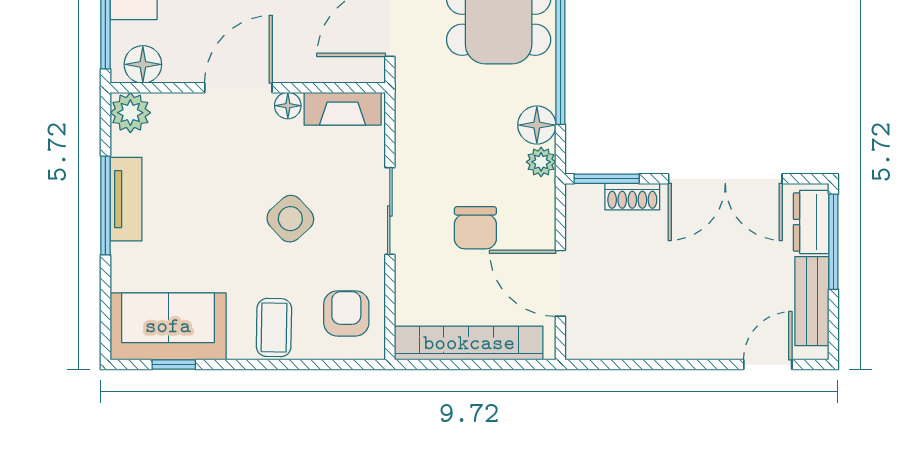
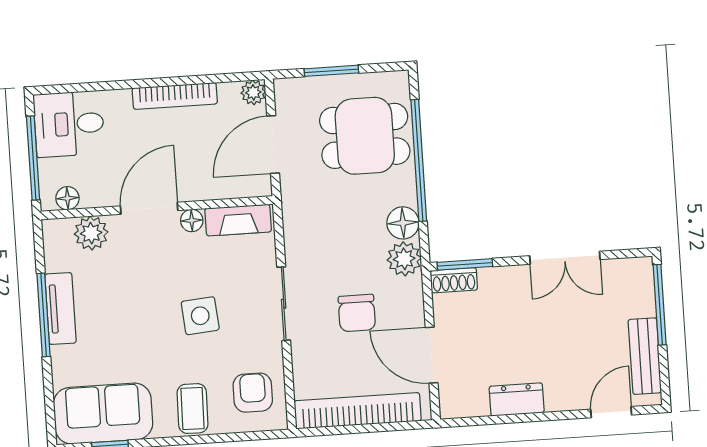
floor lamp: (143, 64) -> (67, 198), width x0.73, depth x0.73
plant: (130, 113) -> (91, 233), moved
plant: (541, 162) -> (404, 259), width x1.38, depth x1.38
double door: (725, 179) -> (565, 258), width x0.73
shoe rack: (632, 197) -> (454, 280), moved
side table: (290, 219) -> (200, 316), turned 37
dresser: (811, 222) -> (517, 399), moved, turned 90

